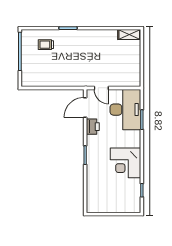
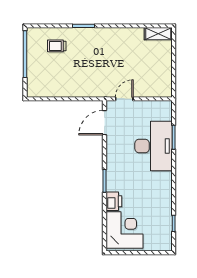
door: (101, 88) -> (124, 99), swing flipped
desk: (125, 110) -> (154, 146), moved
printer: (93, 127) -> (114, 201), moved
corner desk: (125, 163) -> (124, 230), moved, turned 180

